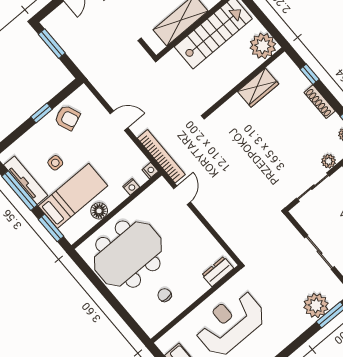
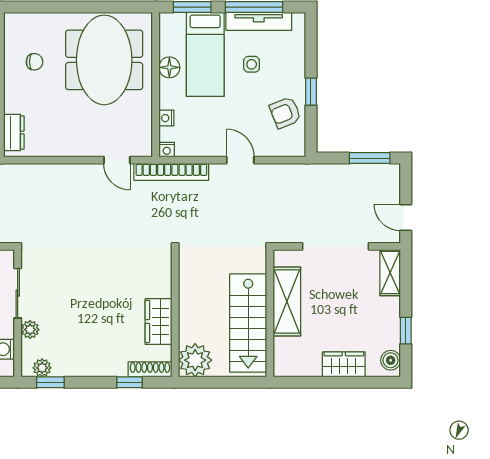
shoe rack: (320, 102) -> (150, 369), moved
door: (119, 121) -> (240, 160), swing flipped

